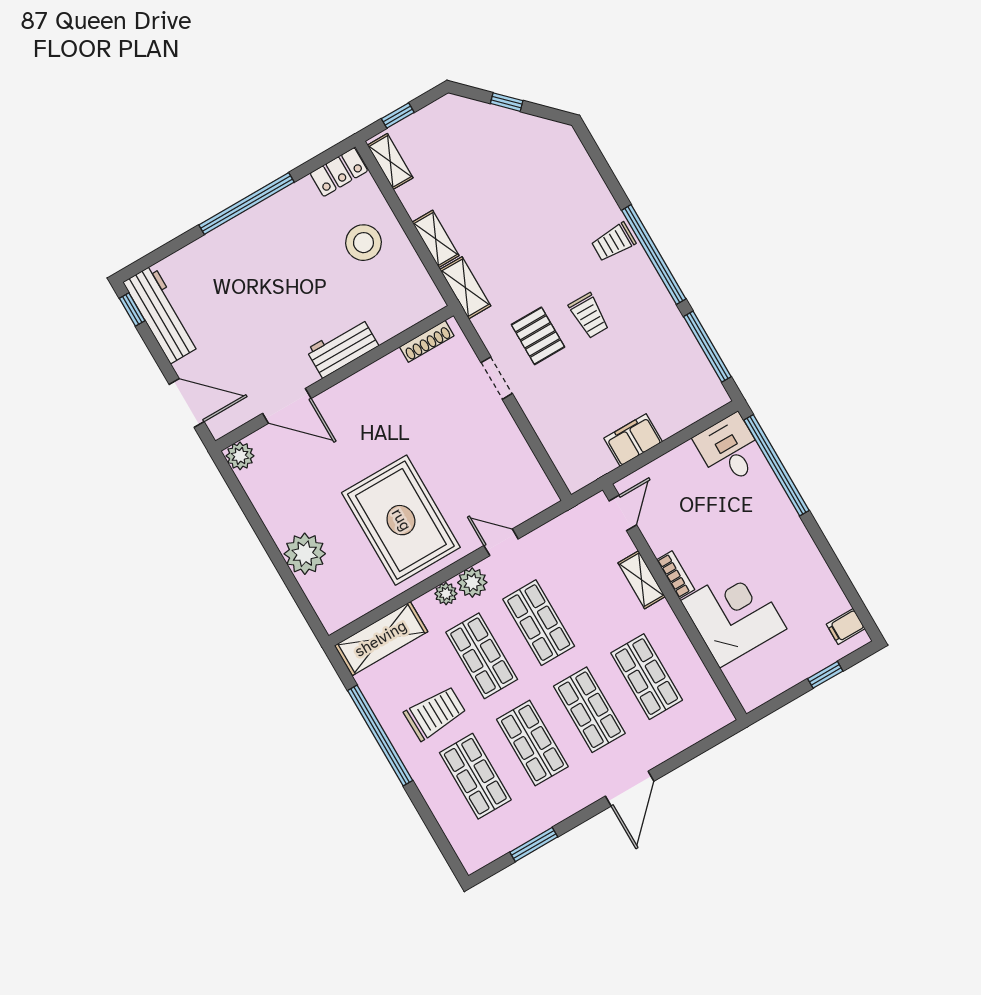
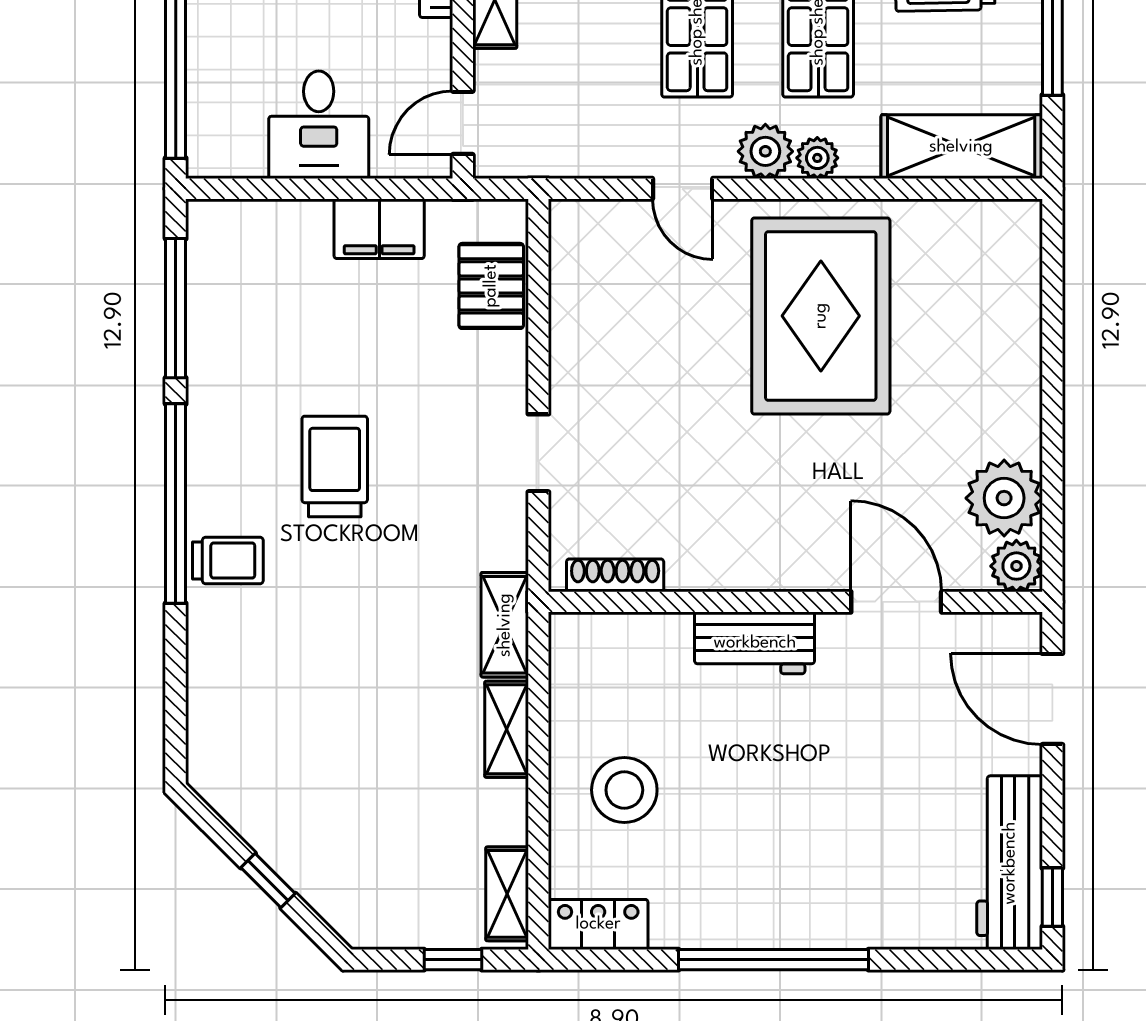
trolley: (589, 316) -> (335, 466), width x1.36, depth x1.39
pallet: (538, 336) -> (491, 286), moved
desk: (729, 450) -> (319, 125), moved
plant: (305, 554) -> (1004, 498), moved

